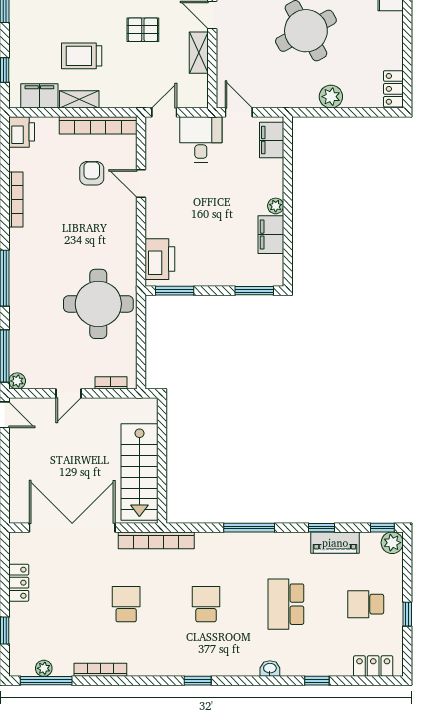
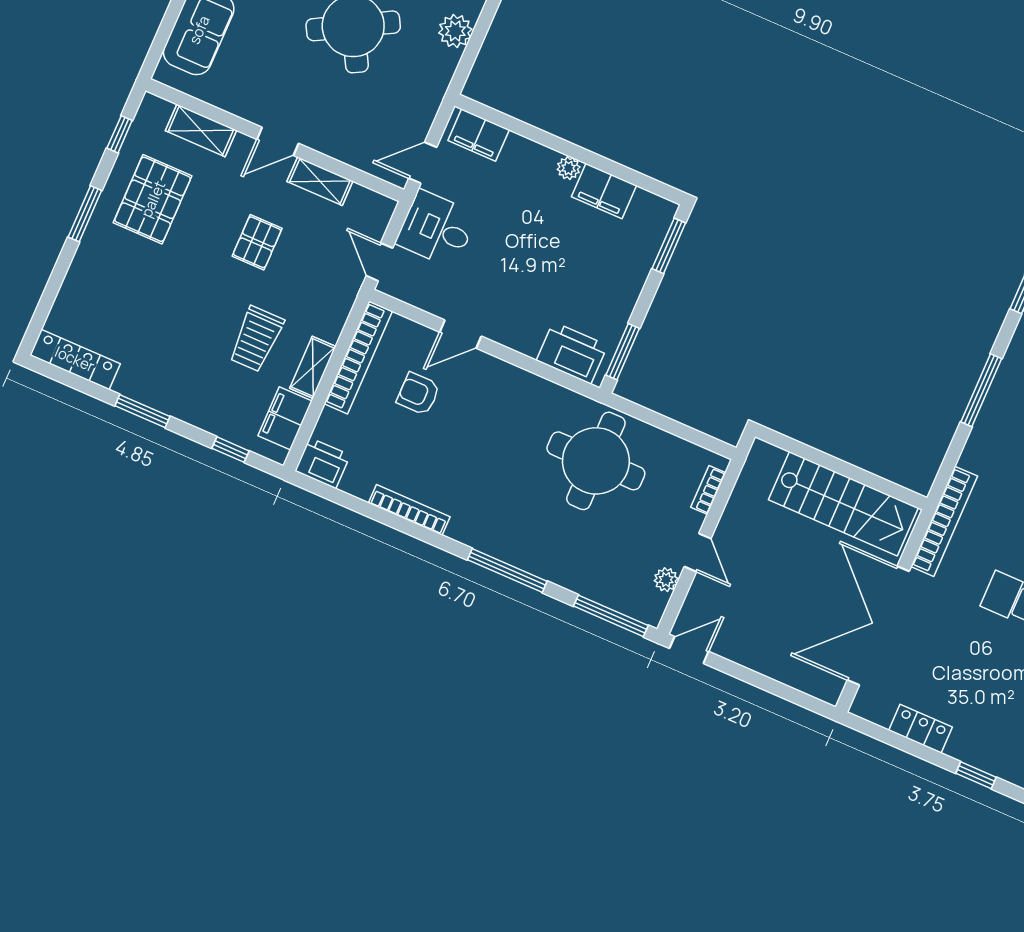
plant: (17, 381) -> (666, 580), moved

